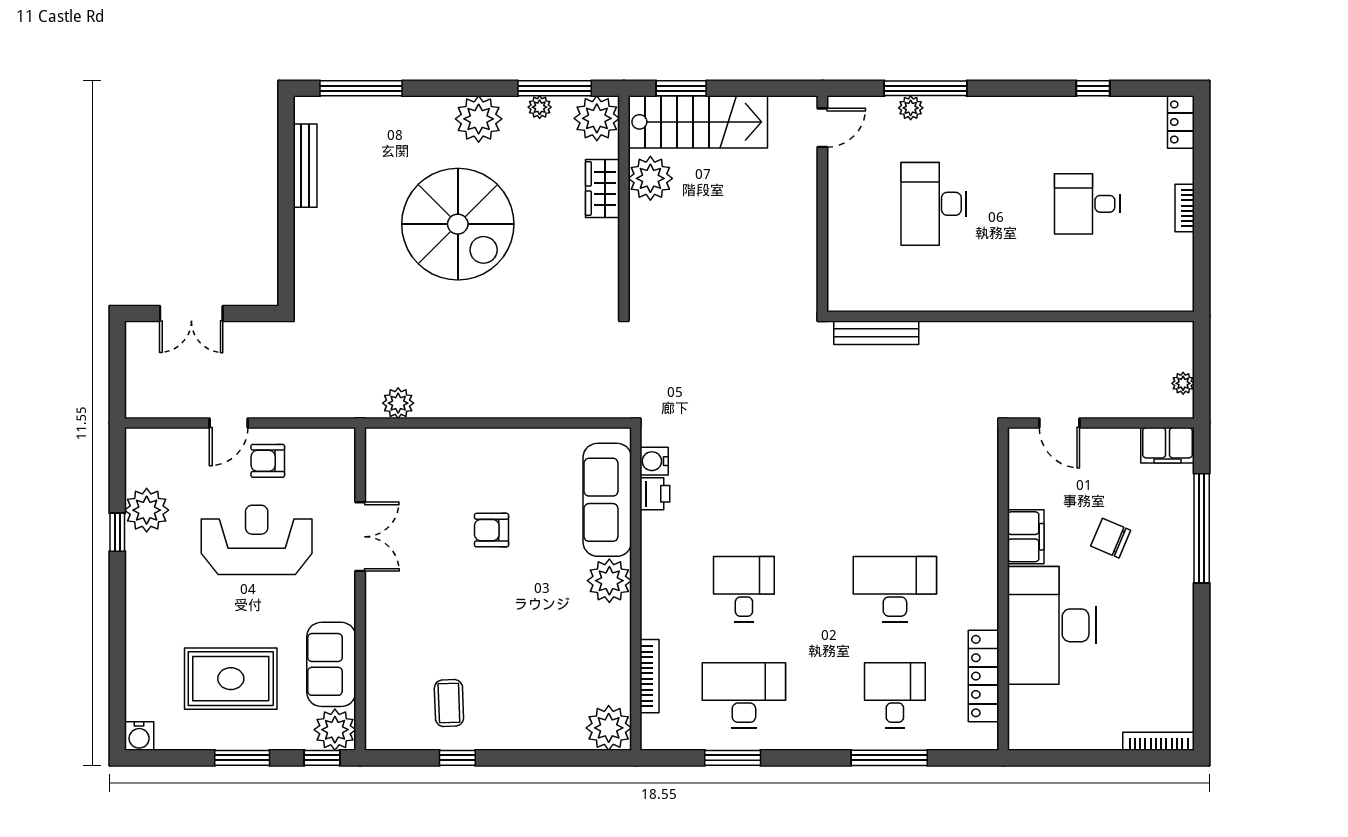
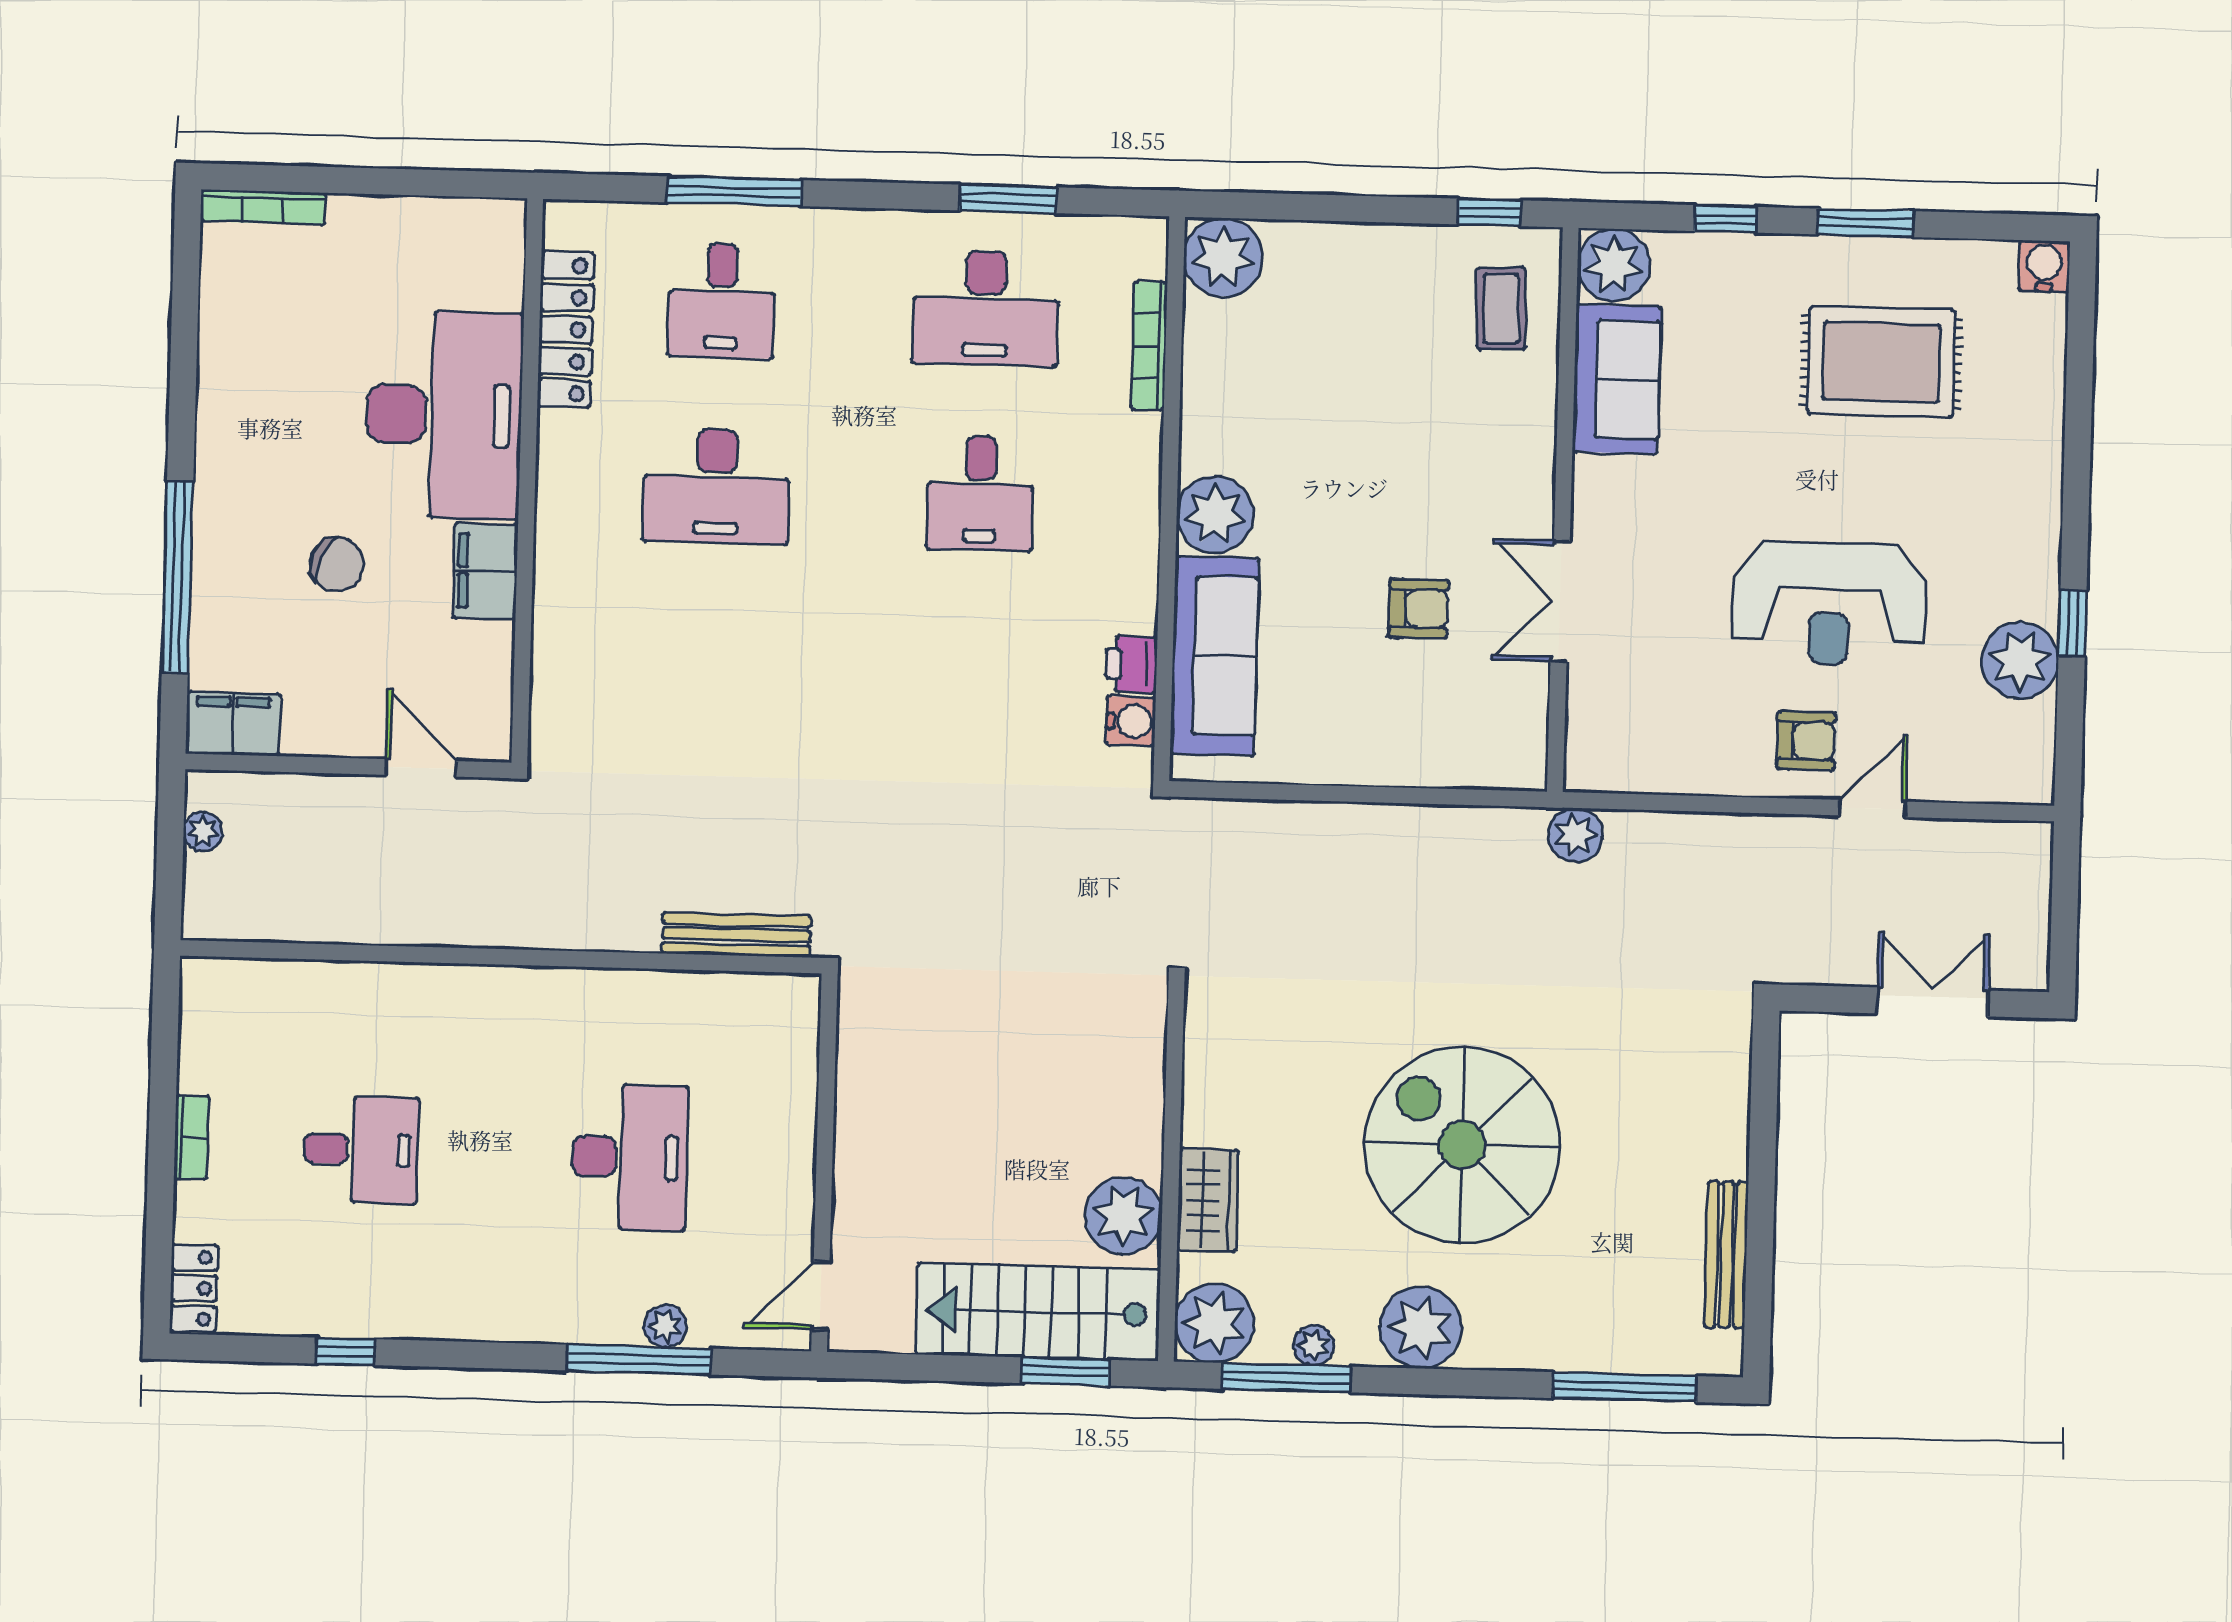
double door: (360, 537) -> (1560, 601), moved
wall: (360, 589) -> (1563, 510), moved
sofa: (331, 664) -> (1617, 379), moved
plant: (335, 730) -> (1614, 265), moved

